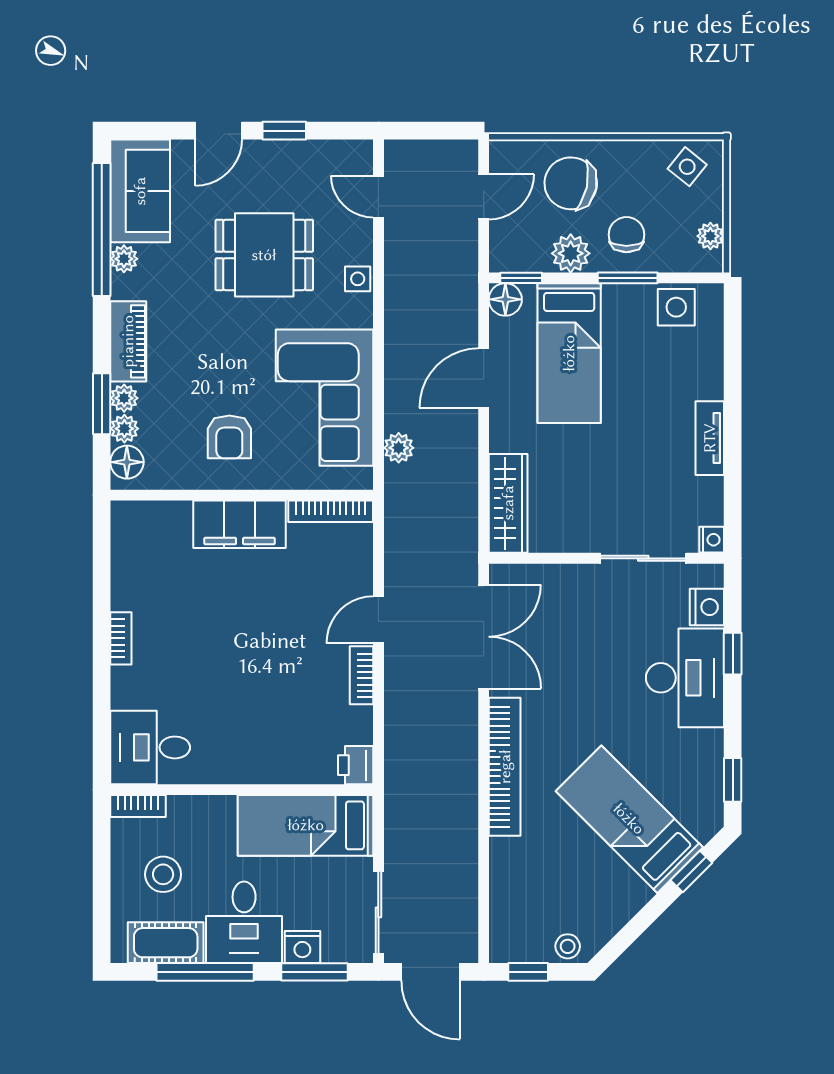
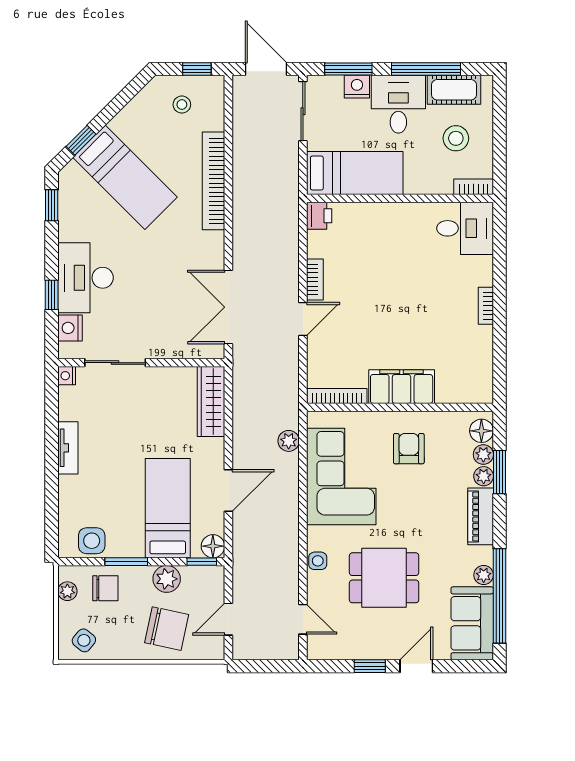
chair: (626, 235) -> (105, 588), moved, turned -90
bookcase: (505, 767) -> (213, 181), moved
stool: (568, 946) -> (182, 105), moved

